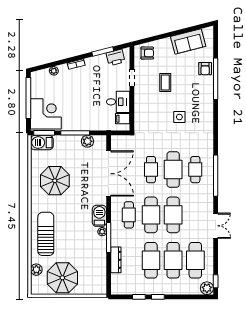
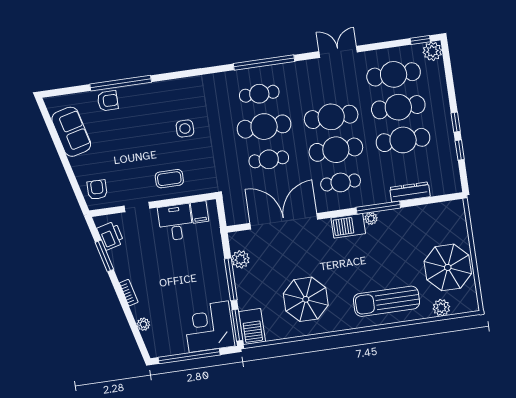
coffee table: (165, 83) -> (169, 179), moved

